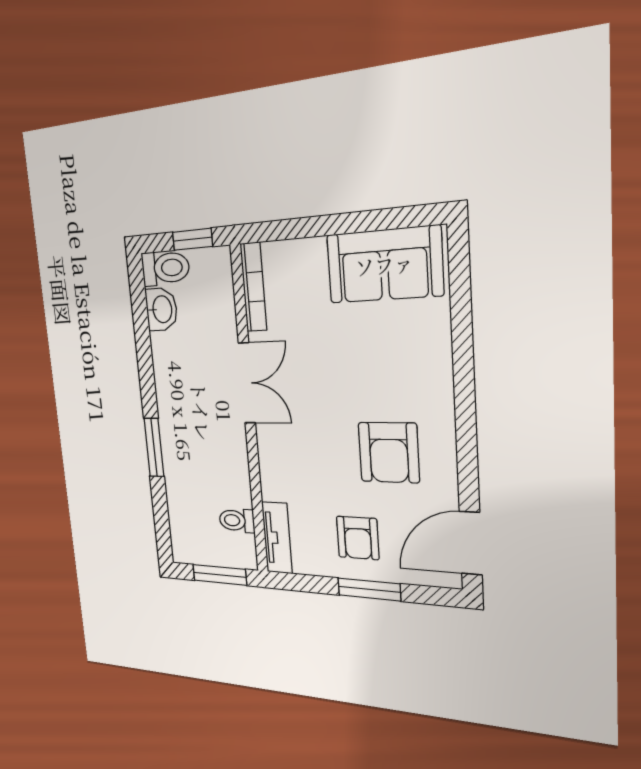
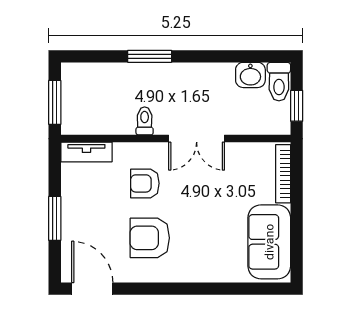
bookcase: (253, 287) -> (283, 174), moved, turned 90
toilet: (237, 520) -> (145, 121), moved
armchair: (358, 538) -> (145, 183), moved

